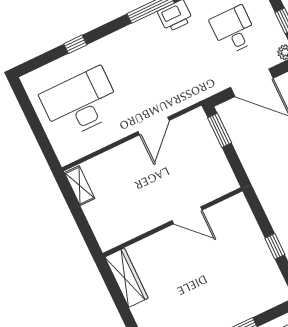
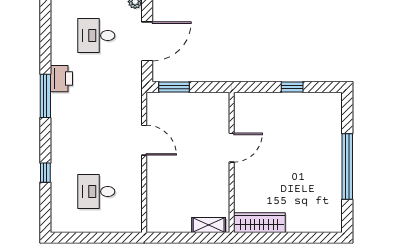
desk: (81, 103) -> (96, 192), width x0.53, depth x0.77
shelving: (80, 186) -> (209, 225), moved

